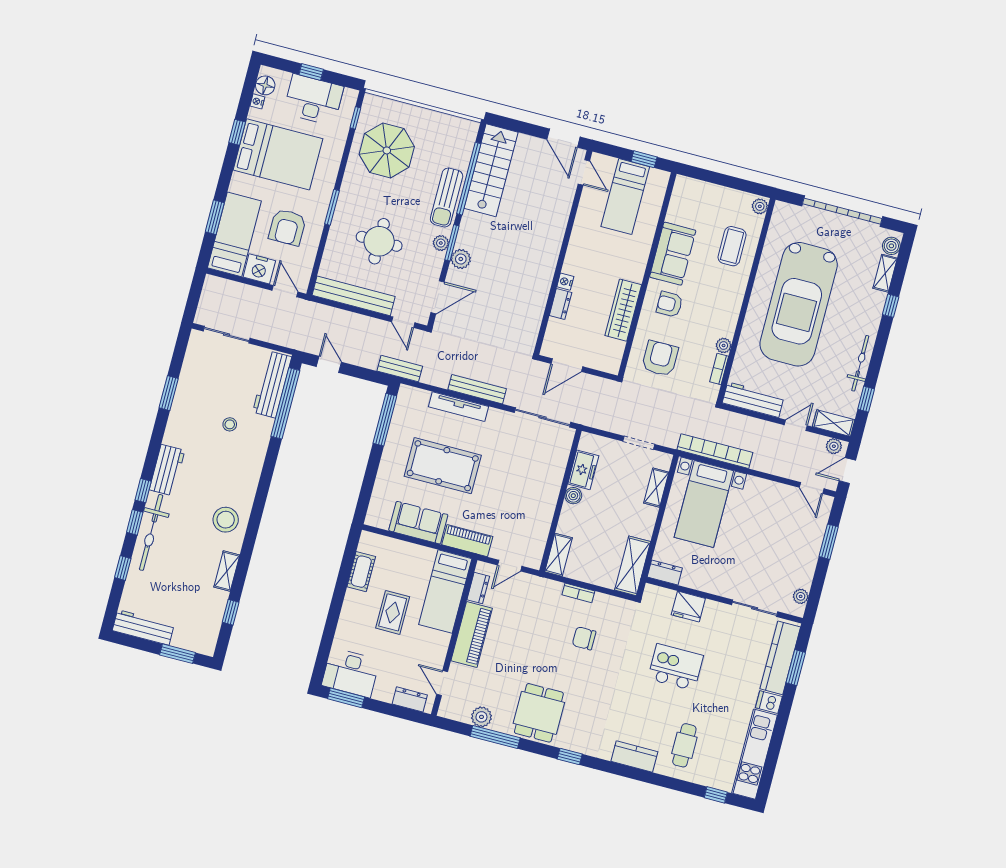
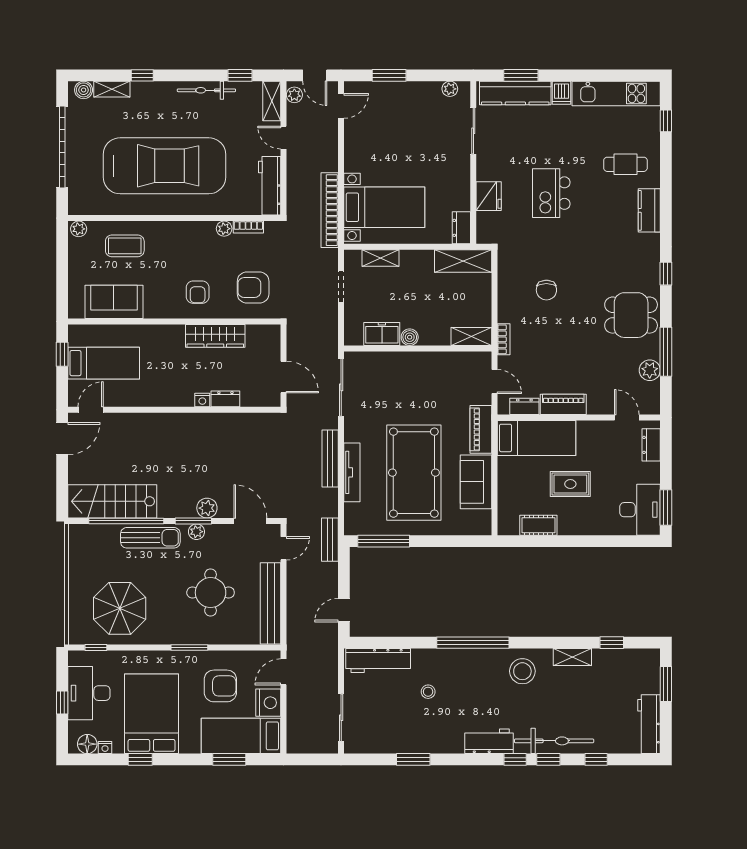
sofa: (673, 254) -> (114, 302), moved
window: (285, 403) -> (473, 643), moved
pool table: (443, 466) -> (414, 473), width x1.36, depth x1.32
bookcase: (578, 593) -> (504, 339), moved
piano: (472, 635) -> (563, 404), width x0.73, depth x0.75
door: (442, 683) -> (627, 417), swing flipped

